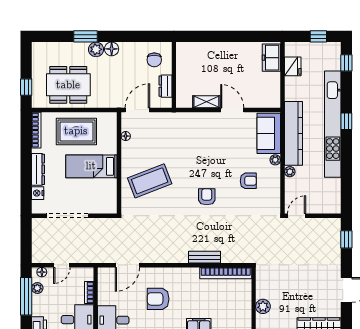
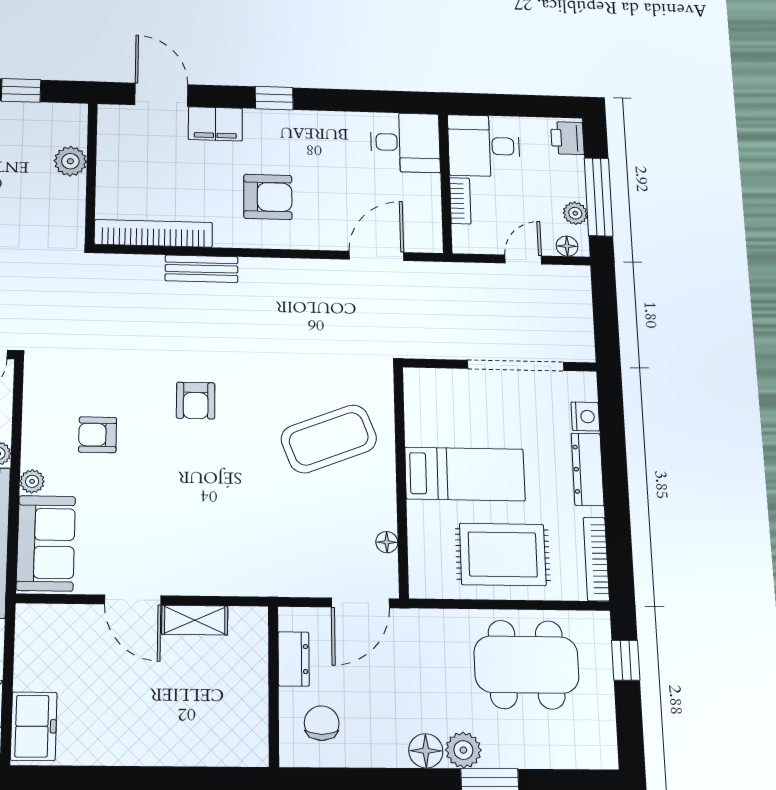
armchair: (158, 299) -> (268, 197), moved

